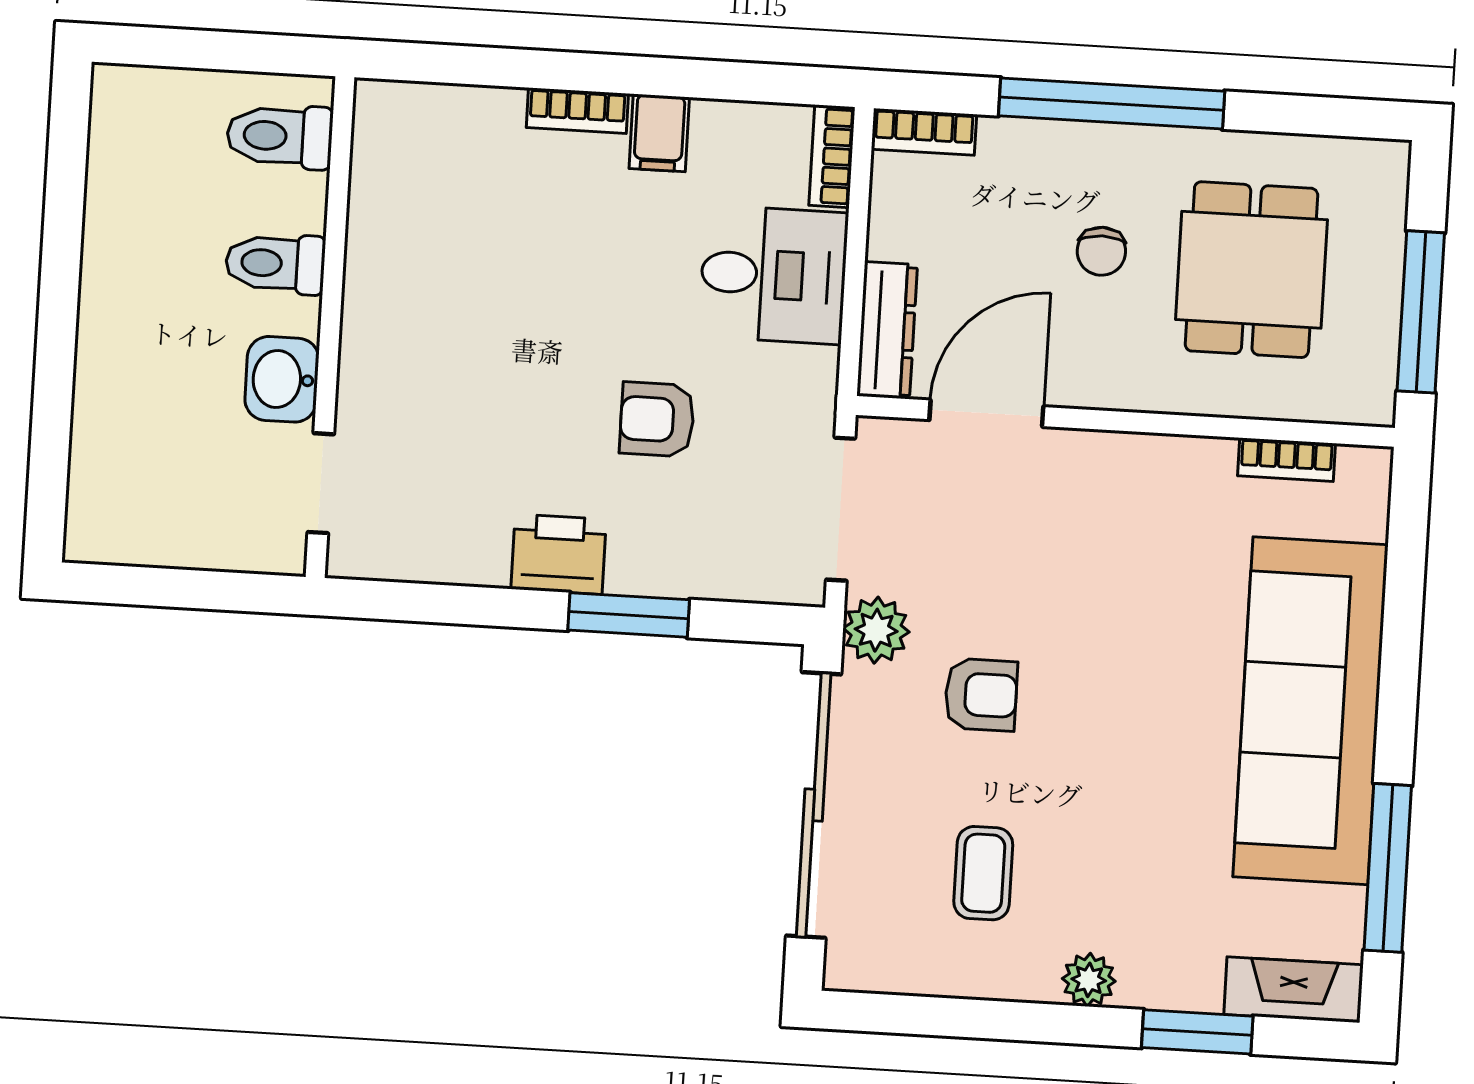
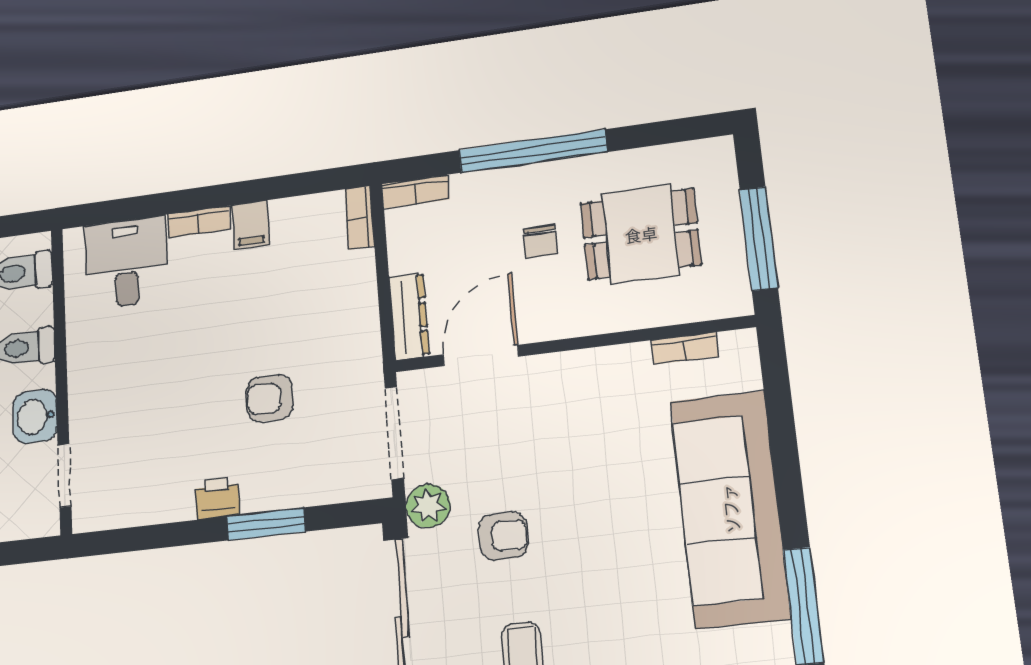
dining table: (1251, 270) -> (641, 234), turned 90
desk: (774, 275) -> (126, 263), moved, turned -90
printer: (559, 554) -> (217, 498), width x0.73, depth x0.81

